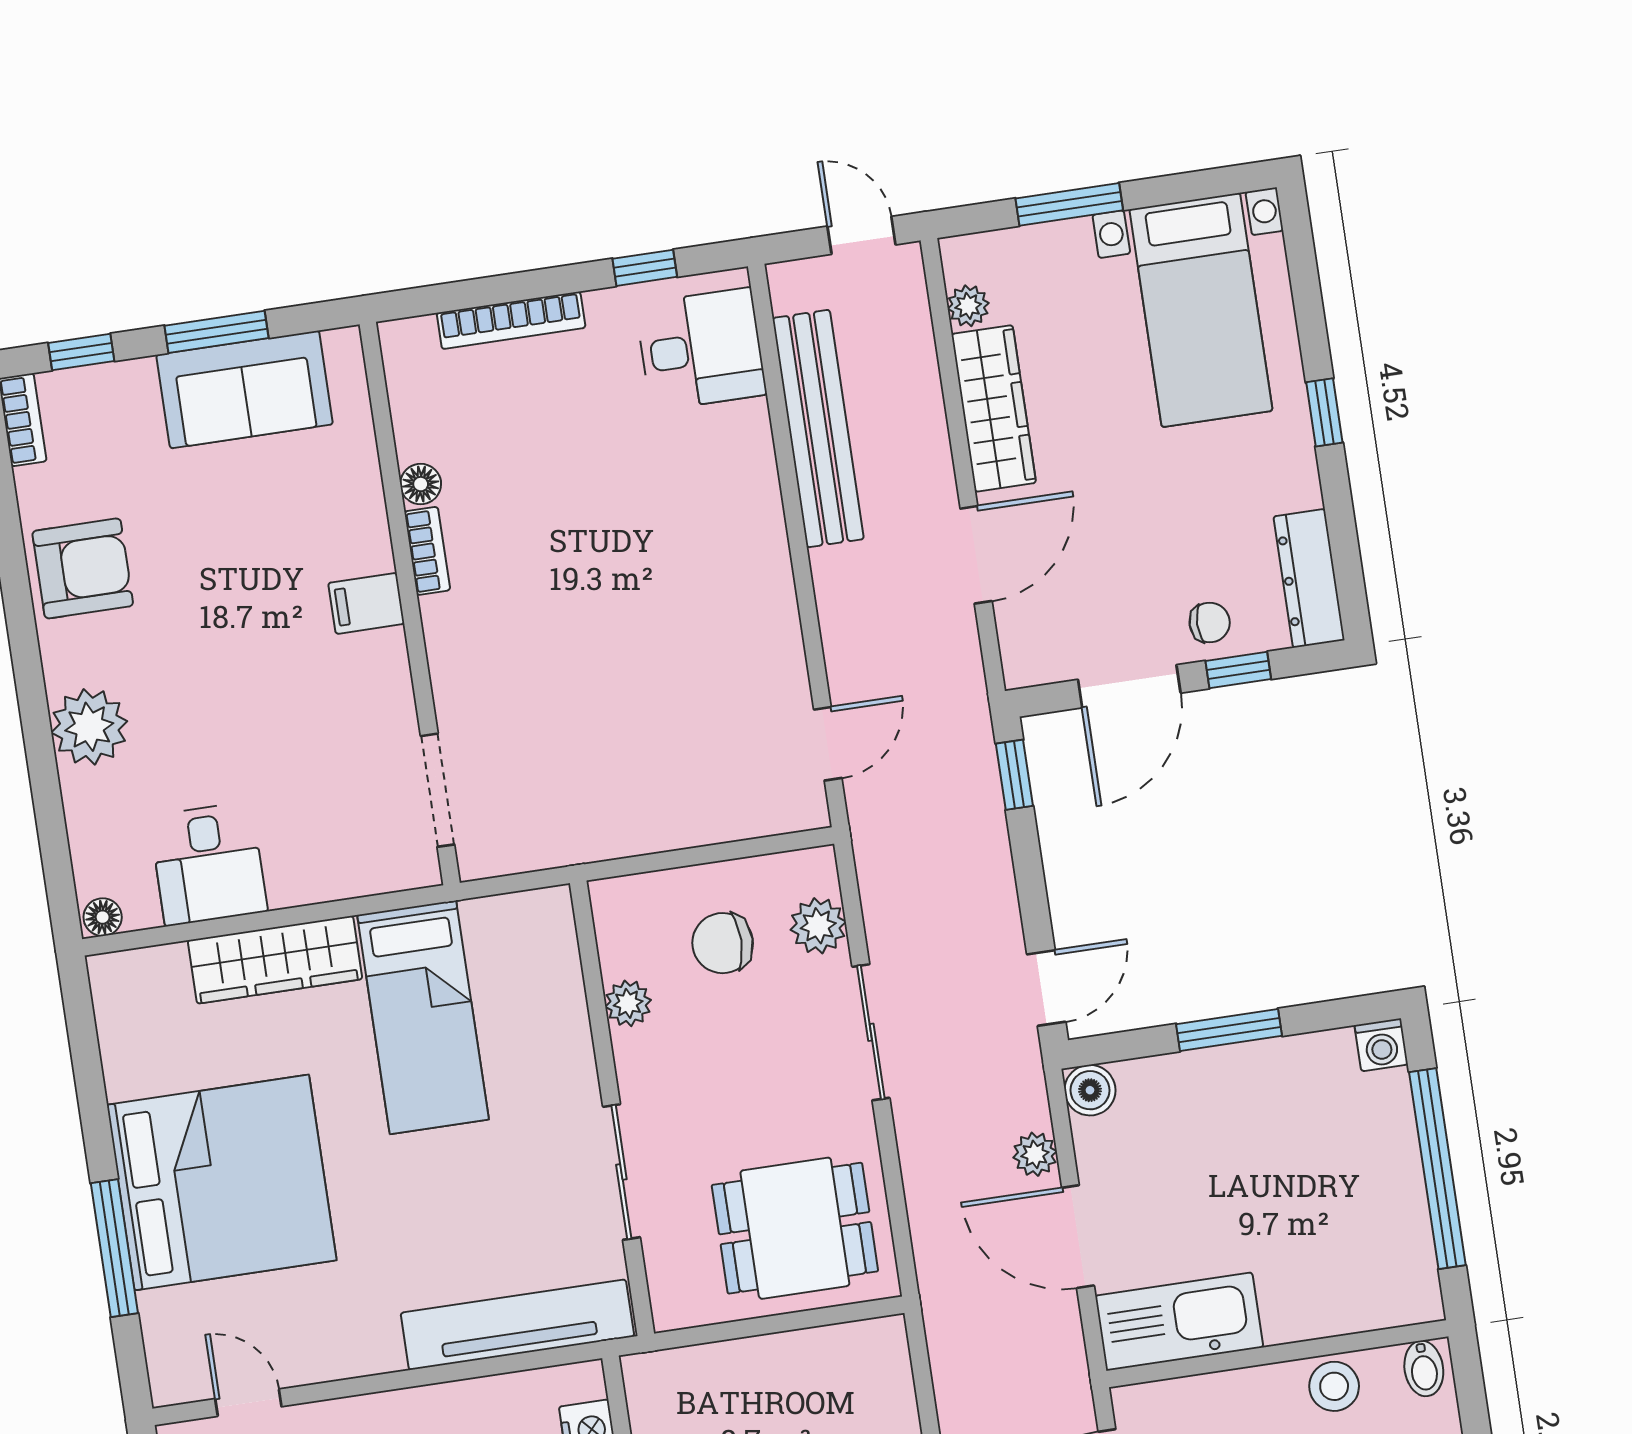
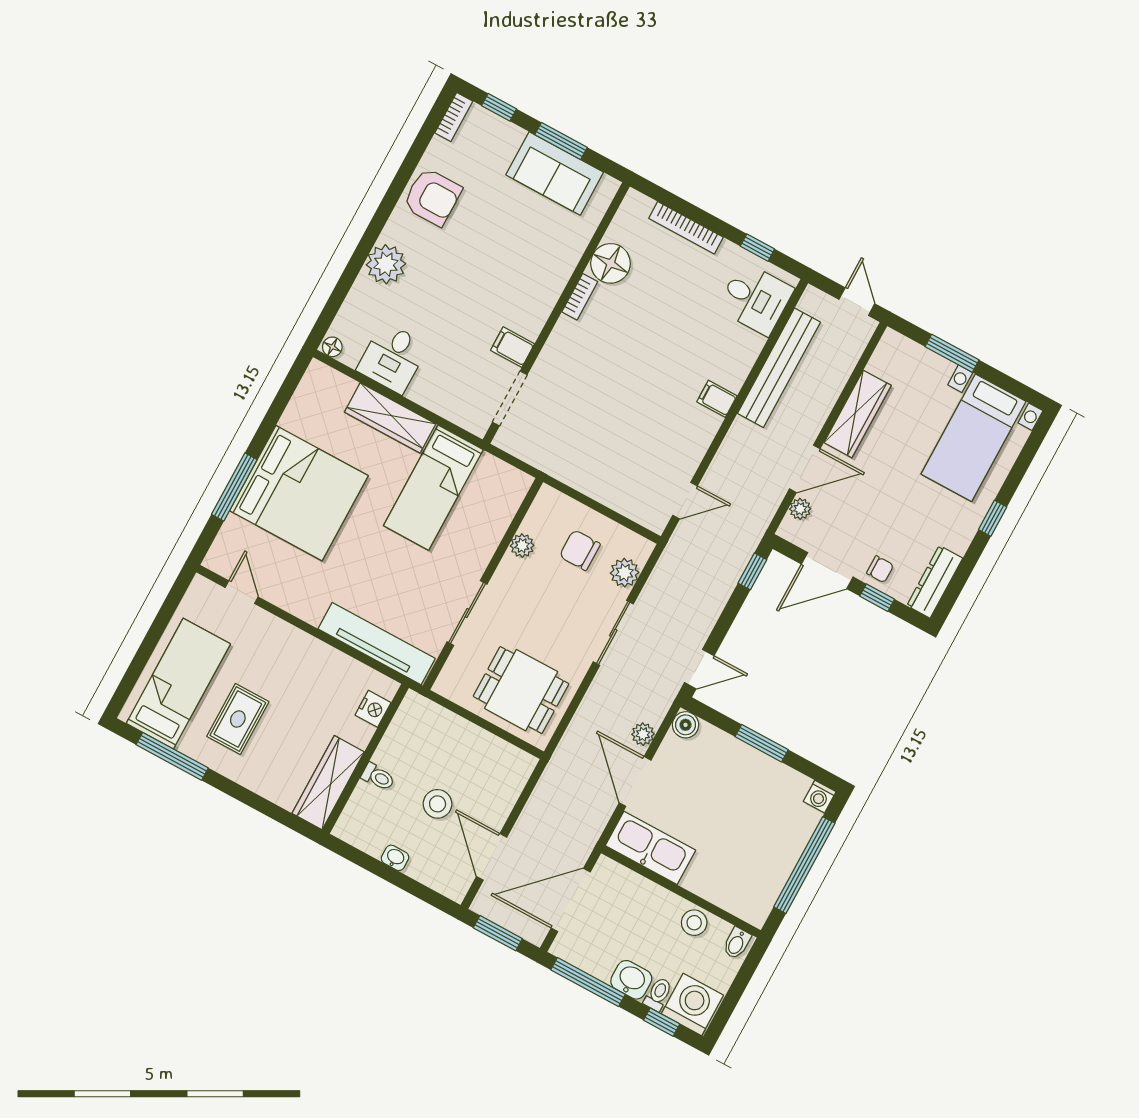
plant: (968, 306) -> (800, 509), moved
floor lamp: (421, 484) -> (611, 263), width x1.89, depth x1.89
filing cabinet: (758, 549) -> (717, 399), added
filing cabinet: (366, 603) -> (513, 347), moved

